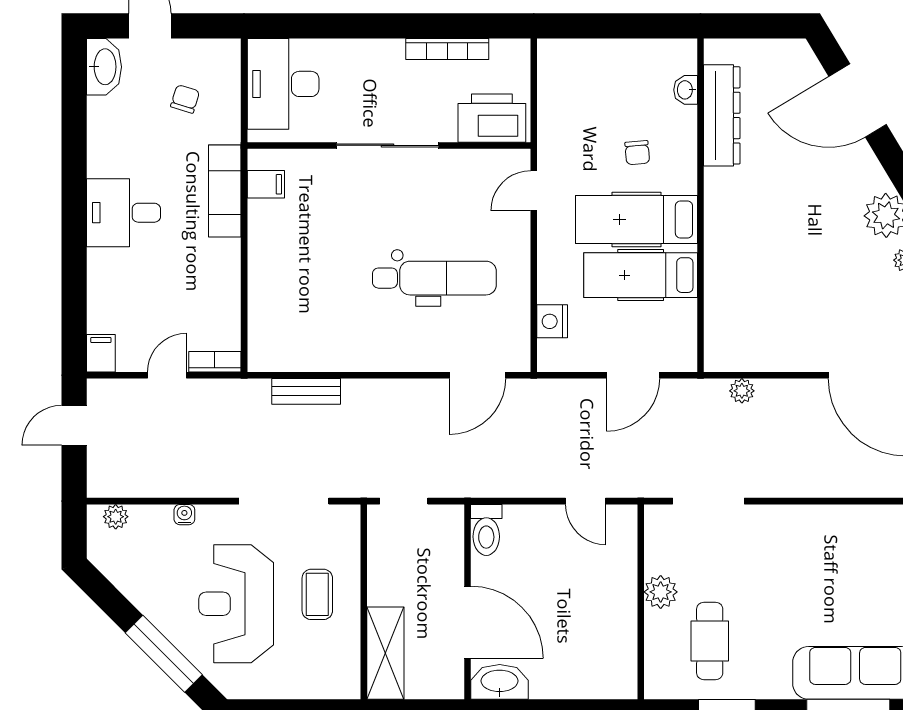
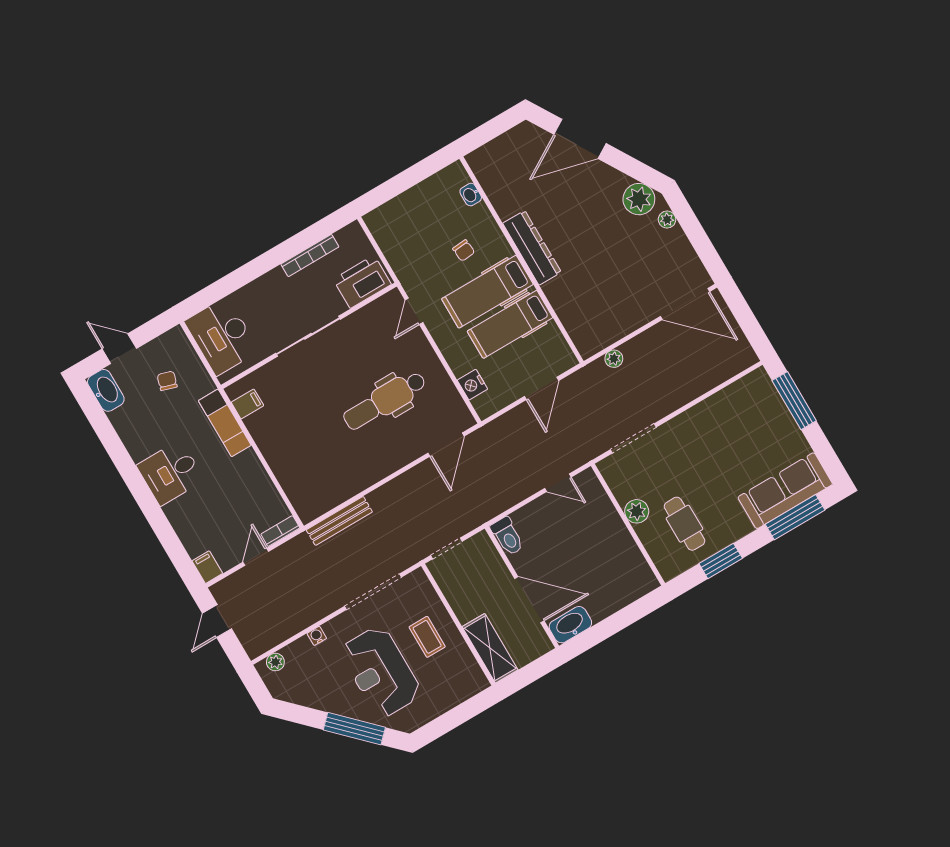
dresser: (722, 115) -> (532, 248), moved
dental chair: (434, 278) -> (385, 401), turned 180
bench: (306, 391) -> (339, 521), width x1.36

